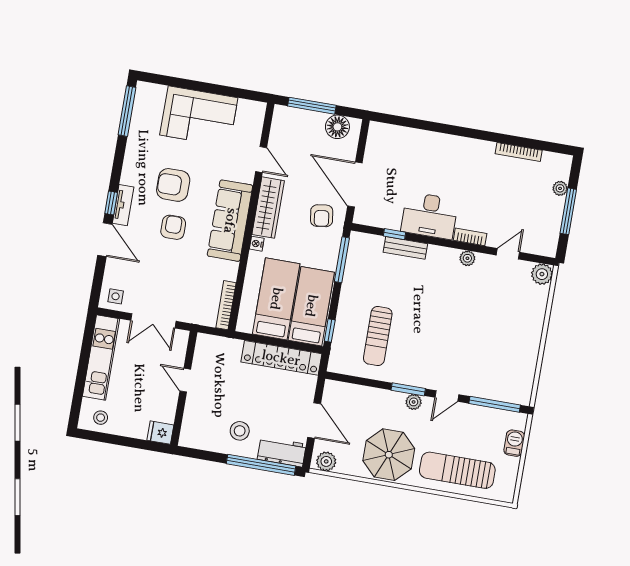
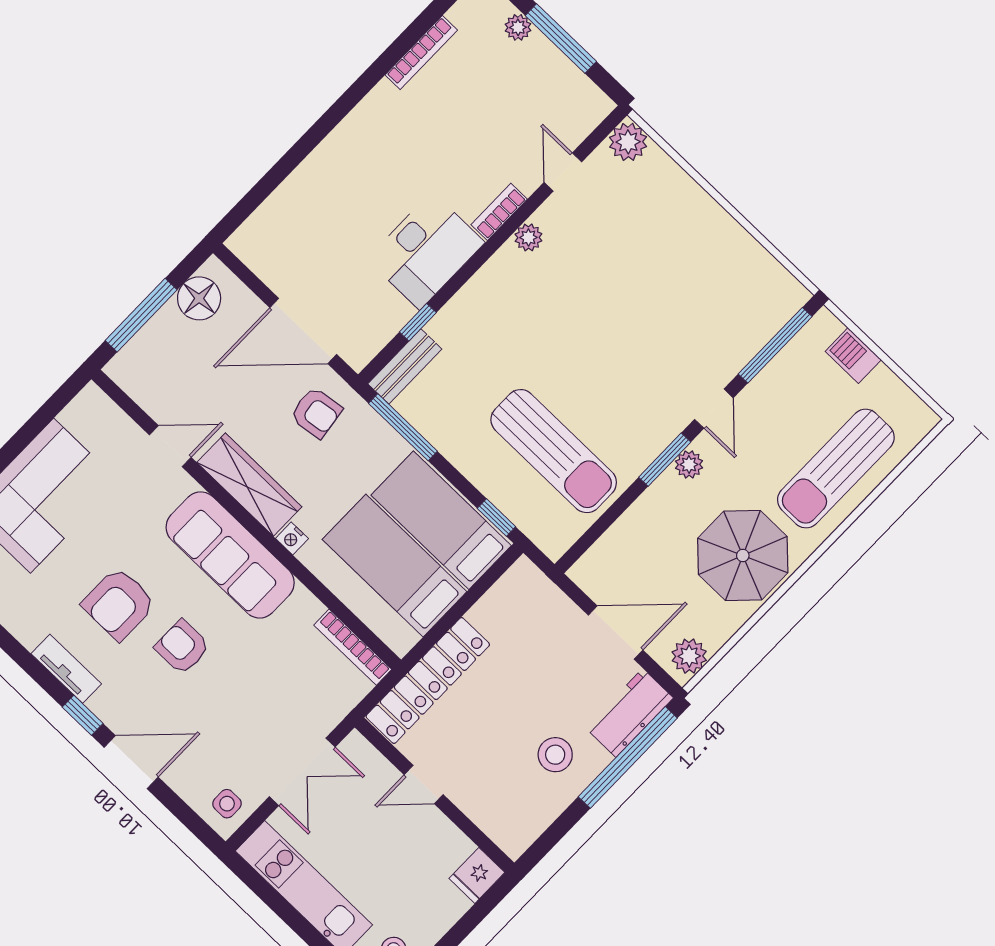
tv unit: (123, 205) -> (66, 669), moved
bench: (405, 248) -> (405, 366), moved
sun lounger: (378, 336) -> (554, 451), width x1.36, depth x1.34
locker: (281, 358) -> (428, 680), moved

